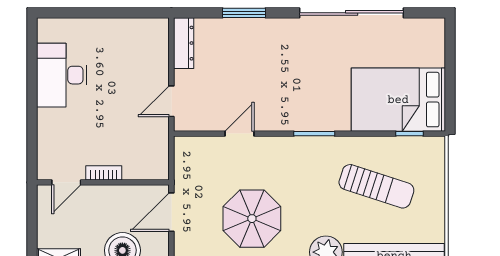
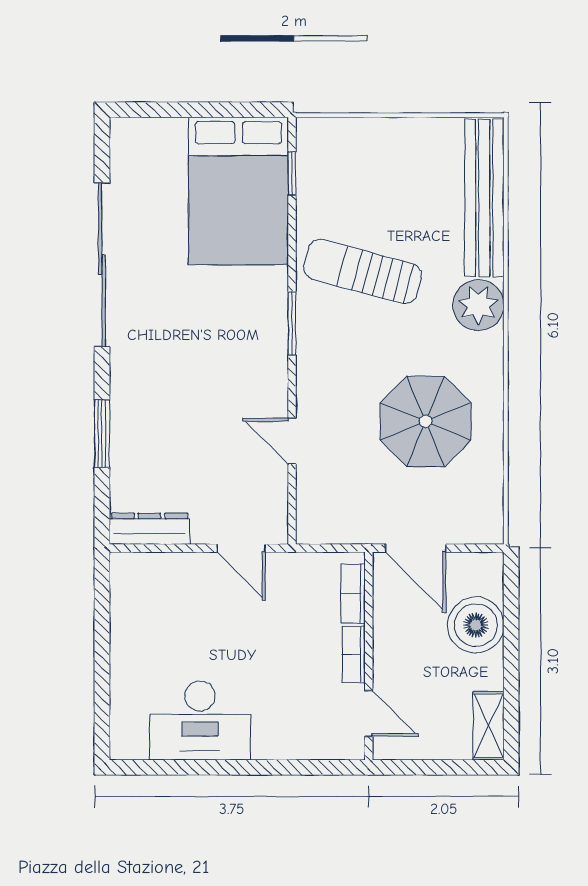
bookcase: (142, 172) -> (353, 594), added
sun lounger: (376, 186) -> (363, 271), moved, turned -93

